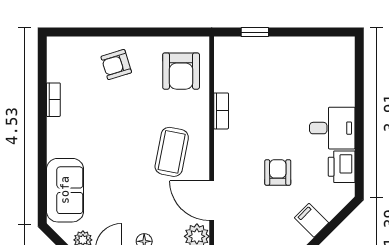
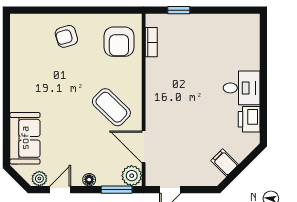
bookcase: (53, 100) -> (15, 65), removed
bookcase: (221, 111) -> (151, 42), moved
coffee table: (172, 152) -> (111, 107), turned -57
armchair: (278, 172) -> (197, 124), removed

